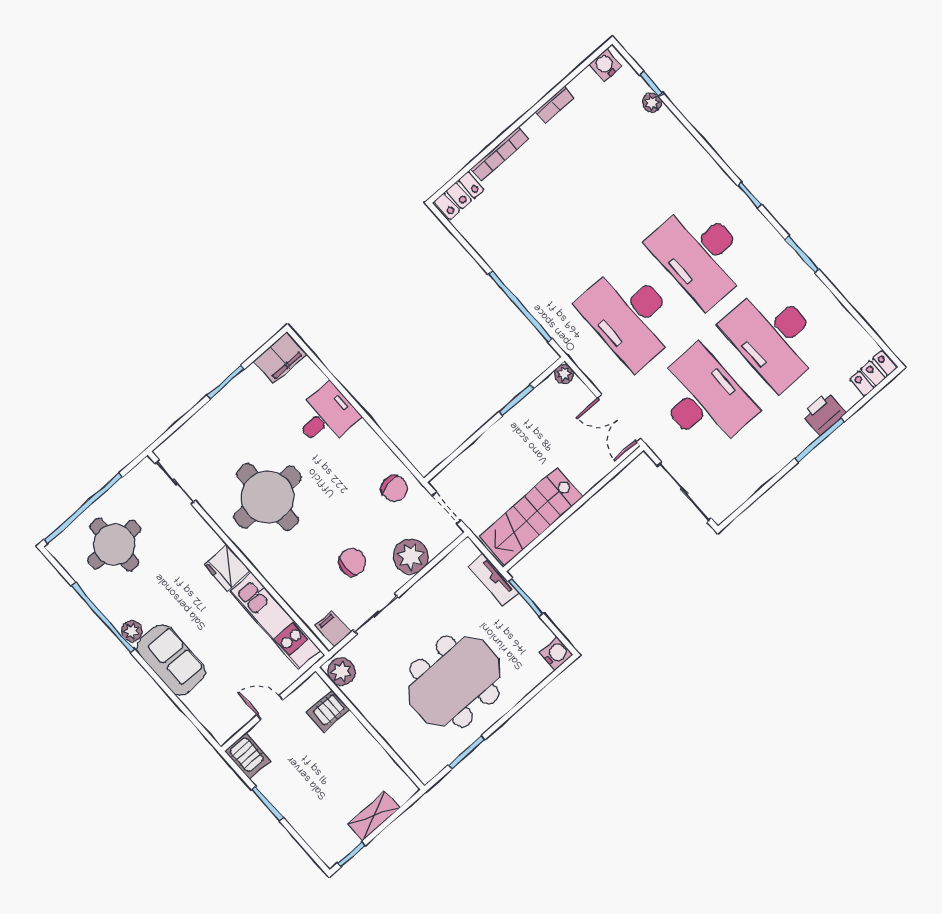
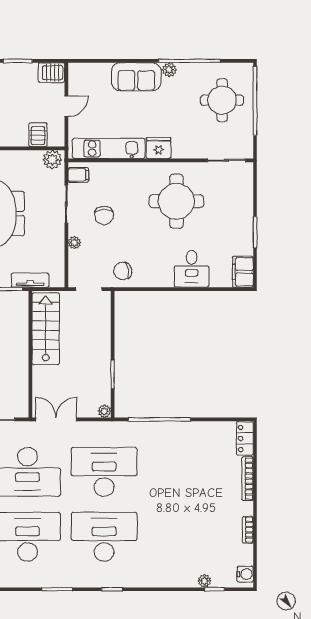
plant: (411, 556) -> (74, 243), width x0.53, depth x0.53

